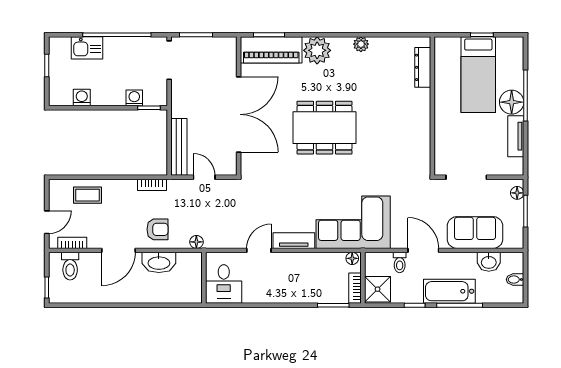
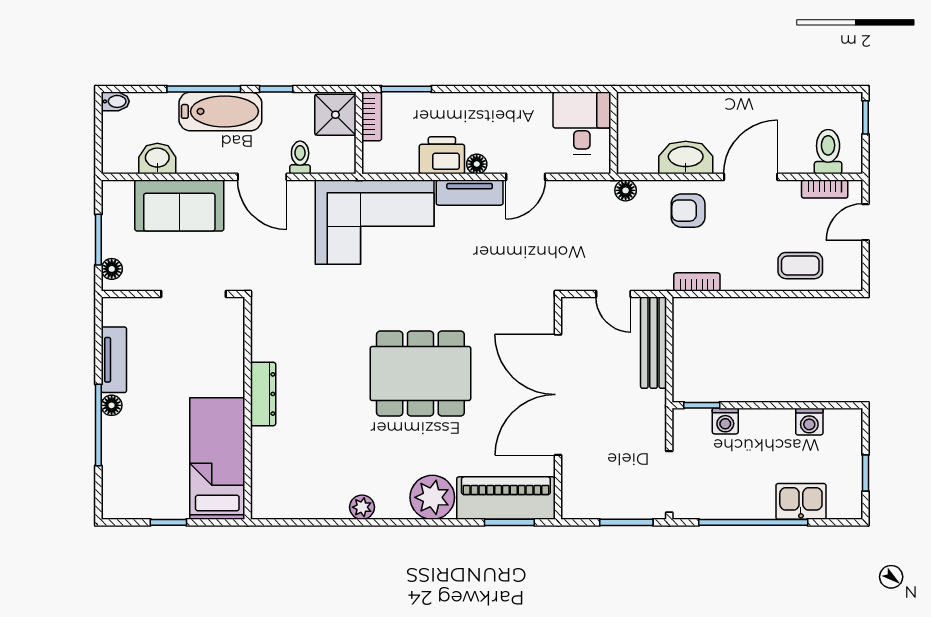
dresser: (423, 67) -> (263, 394), moved
bed: (478, 75) -> (217, 459), moved
floor lamp: (512, 102) -> (112, 405), width x0.53, depth x0.53
floor lamp: (352, 258) -> (477, 164), moved
printer: (311, 264) -> (442, 155), added
bidet: (515, 280) -> (115, 101), moved

